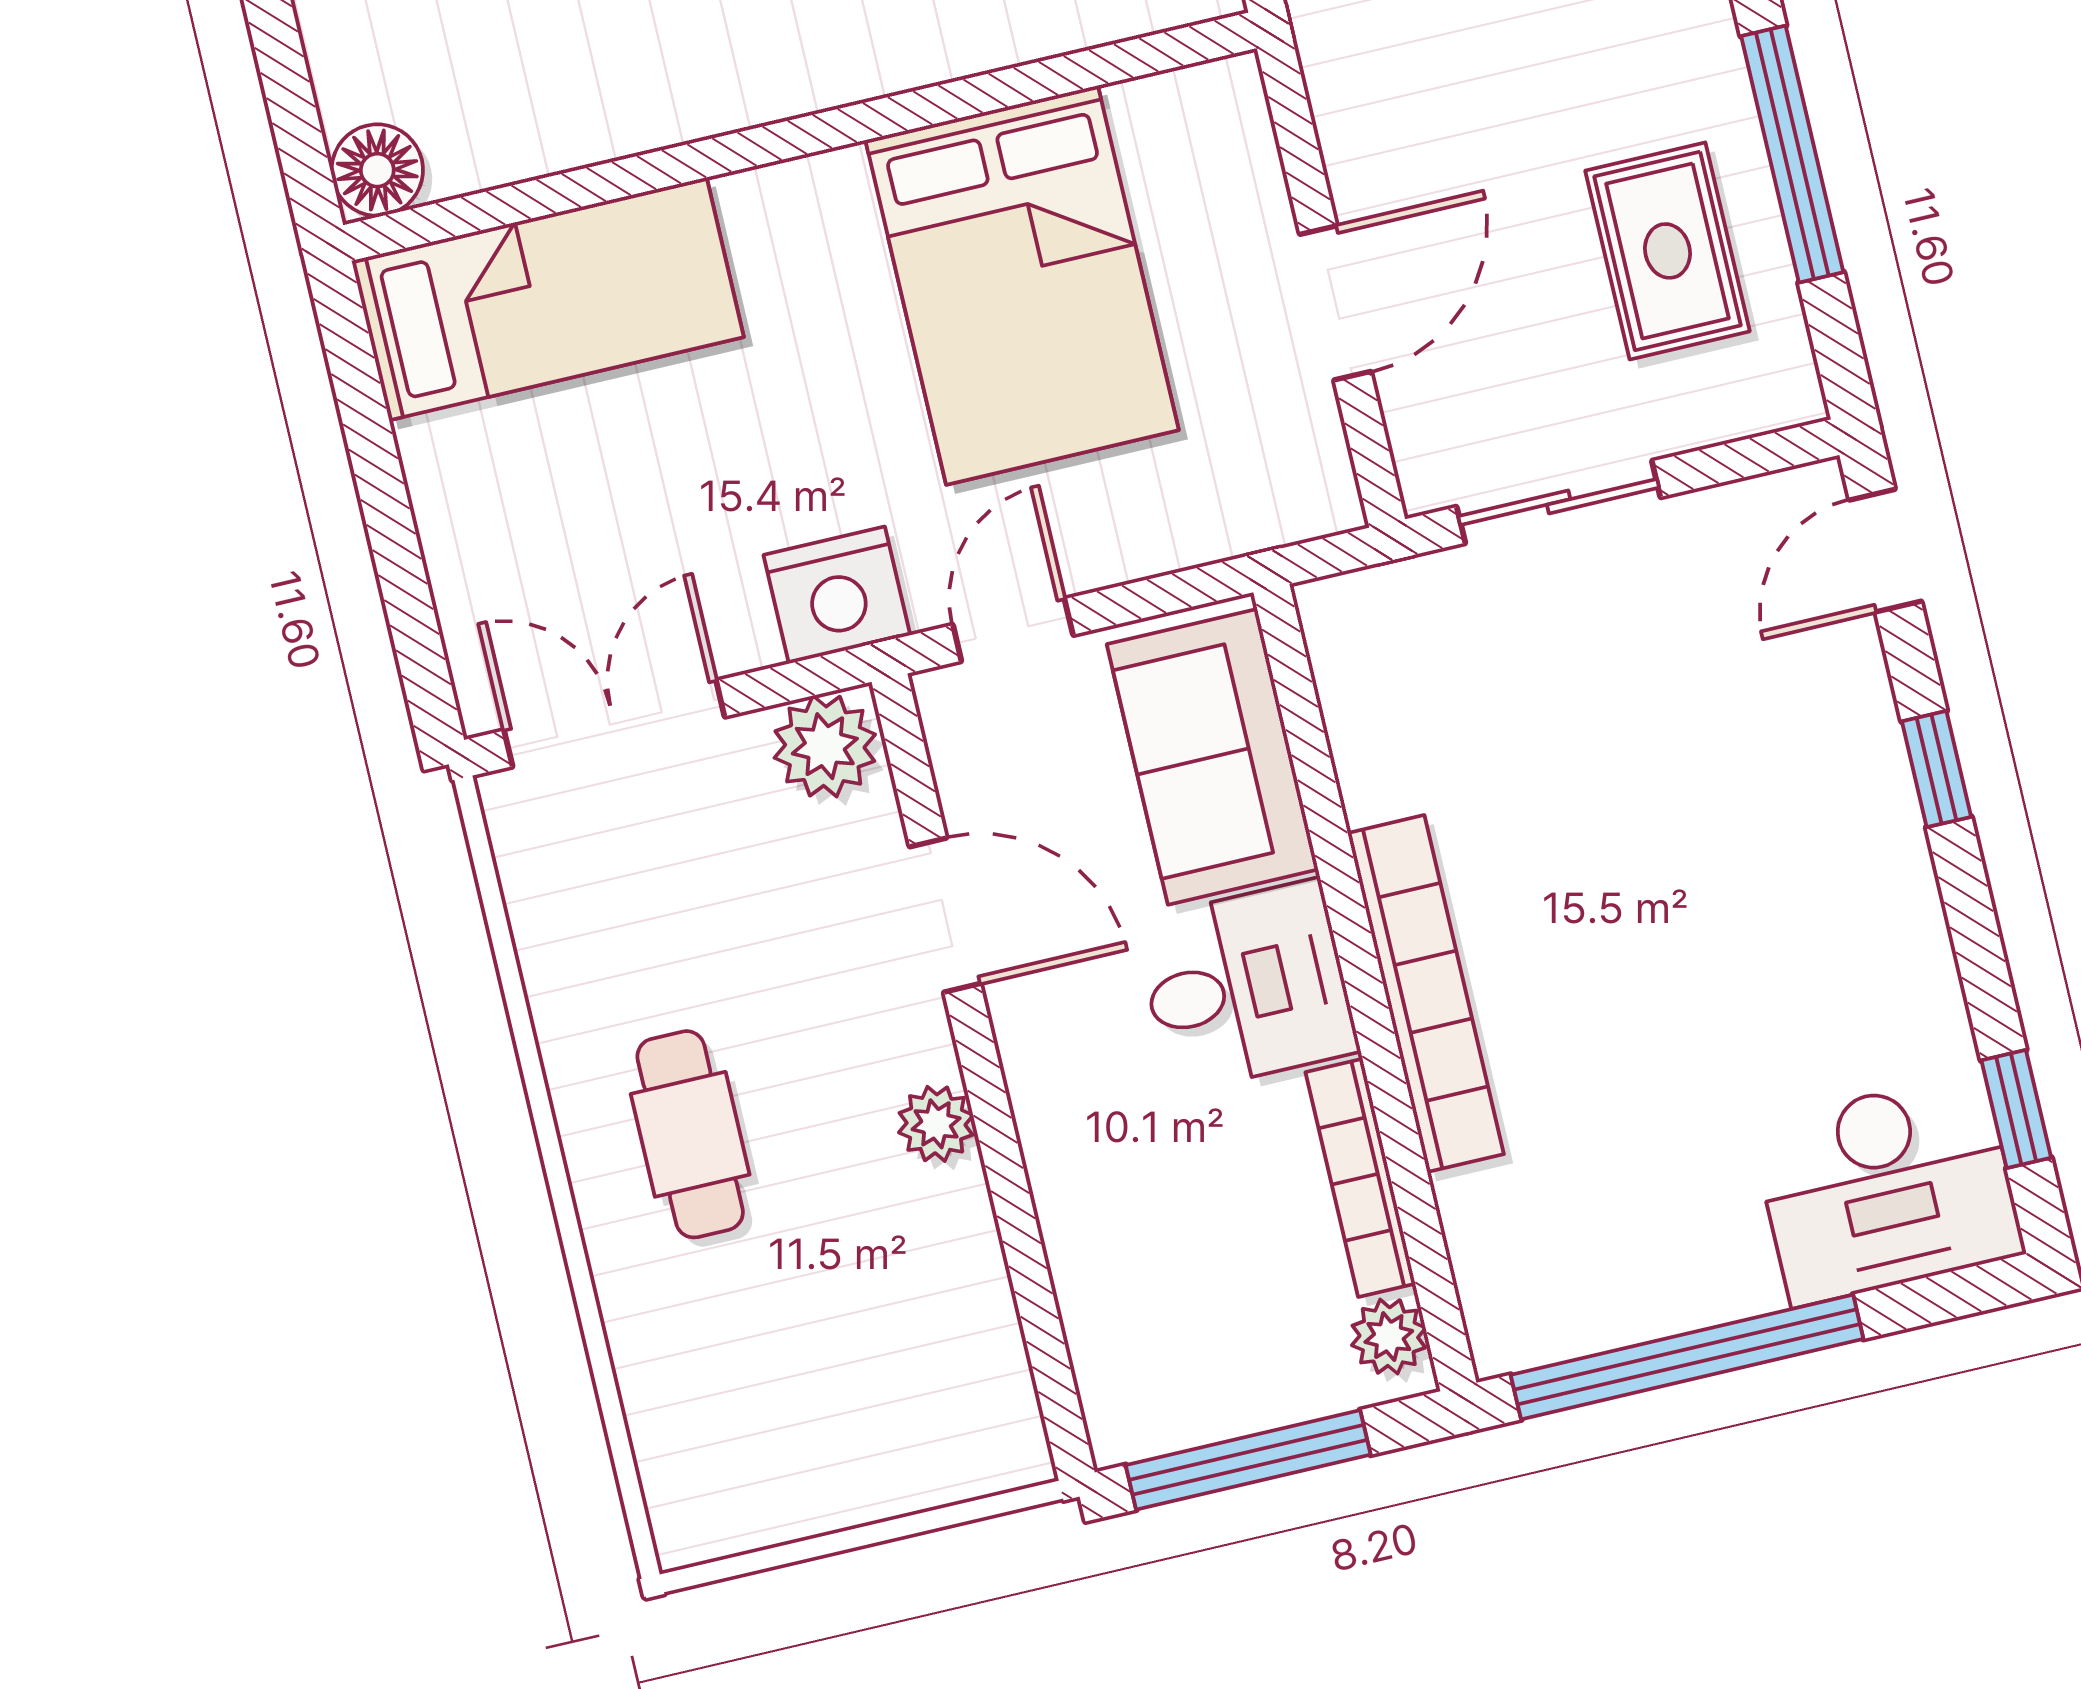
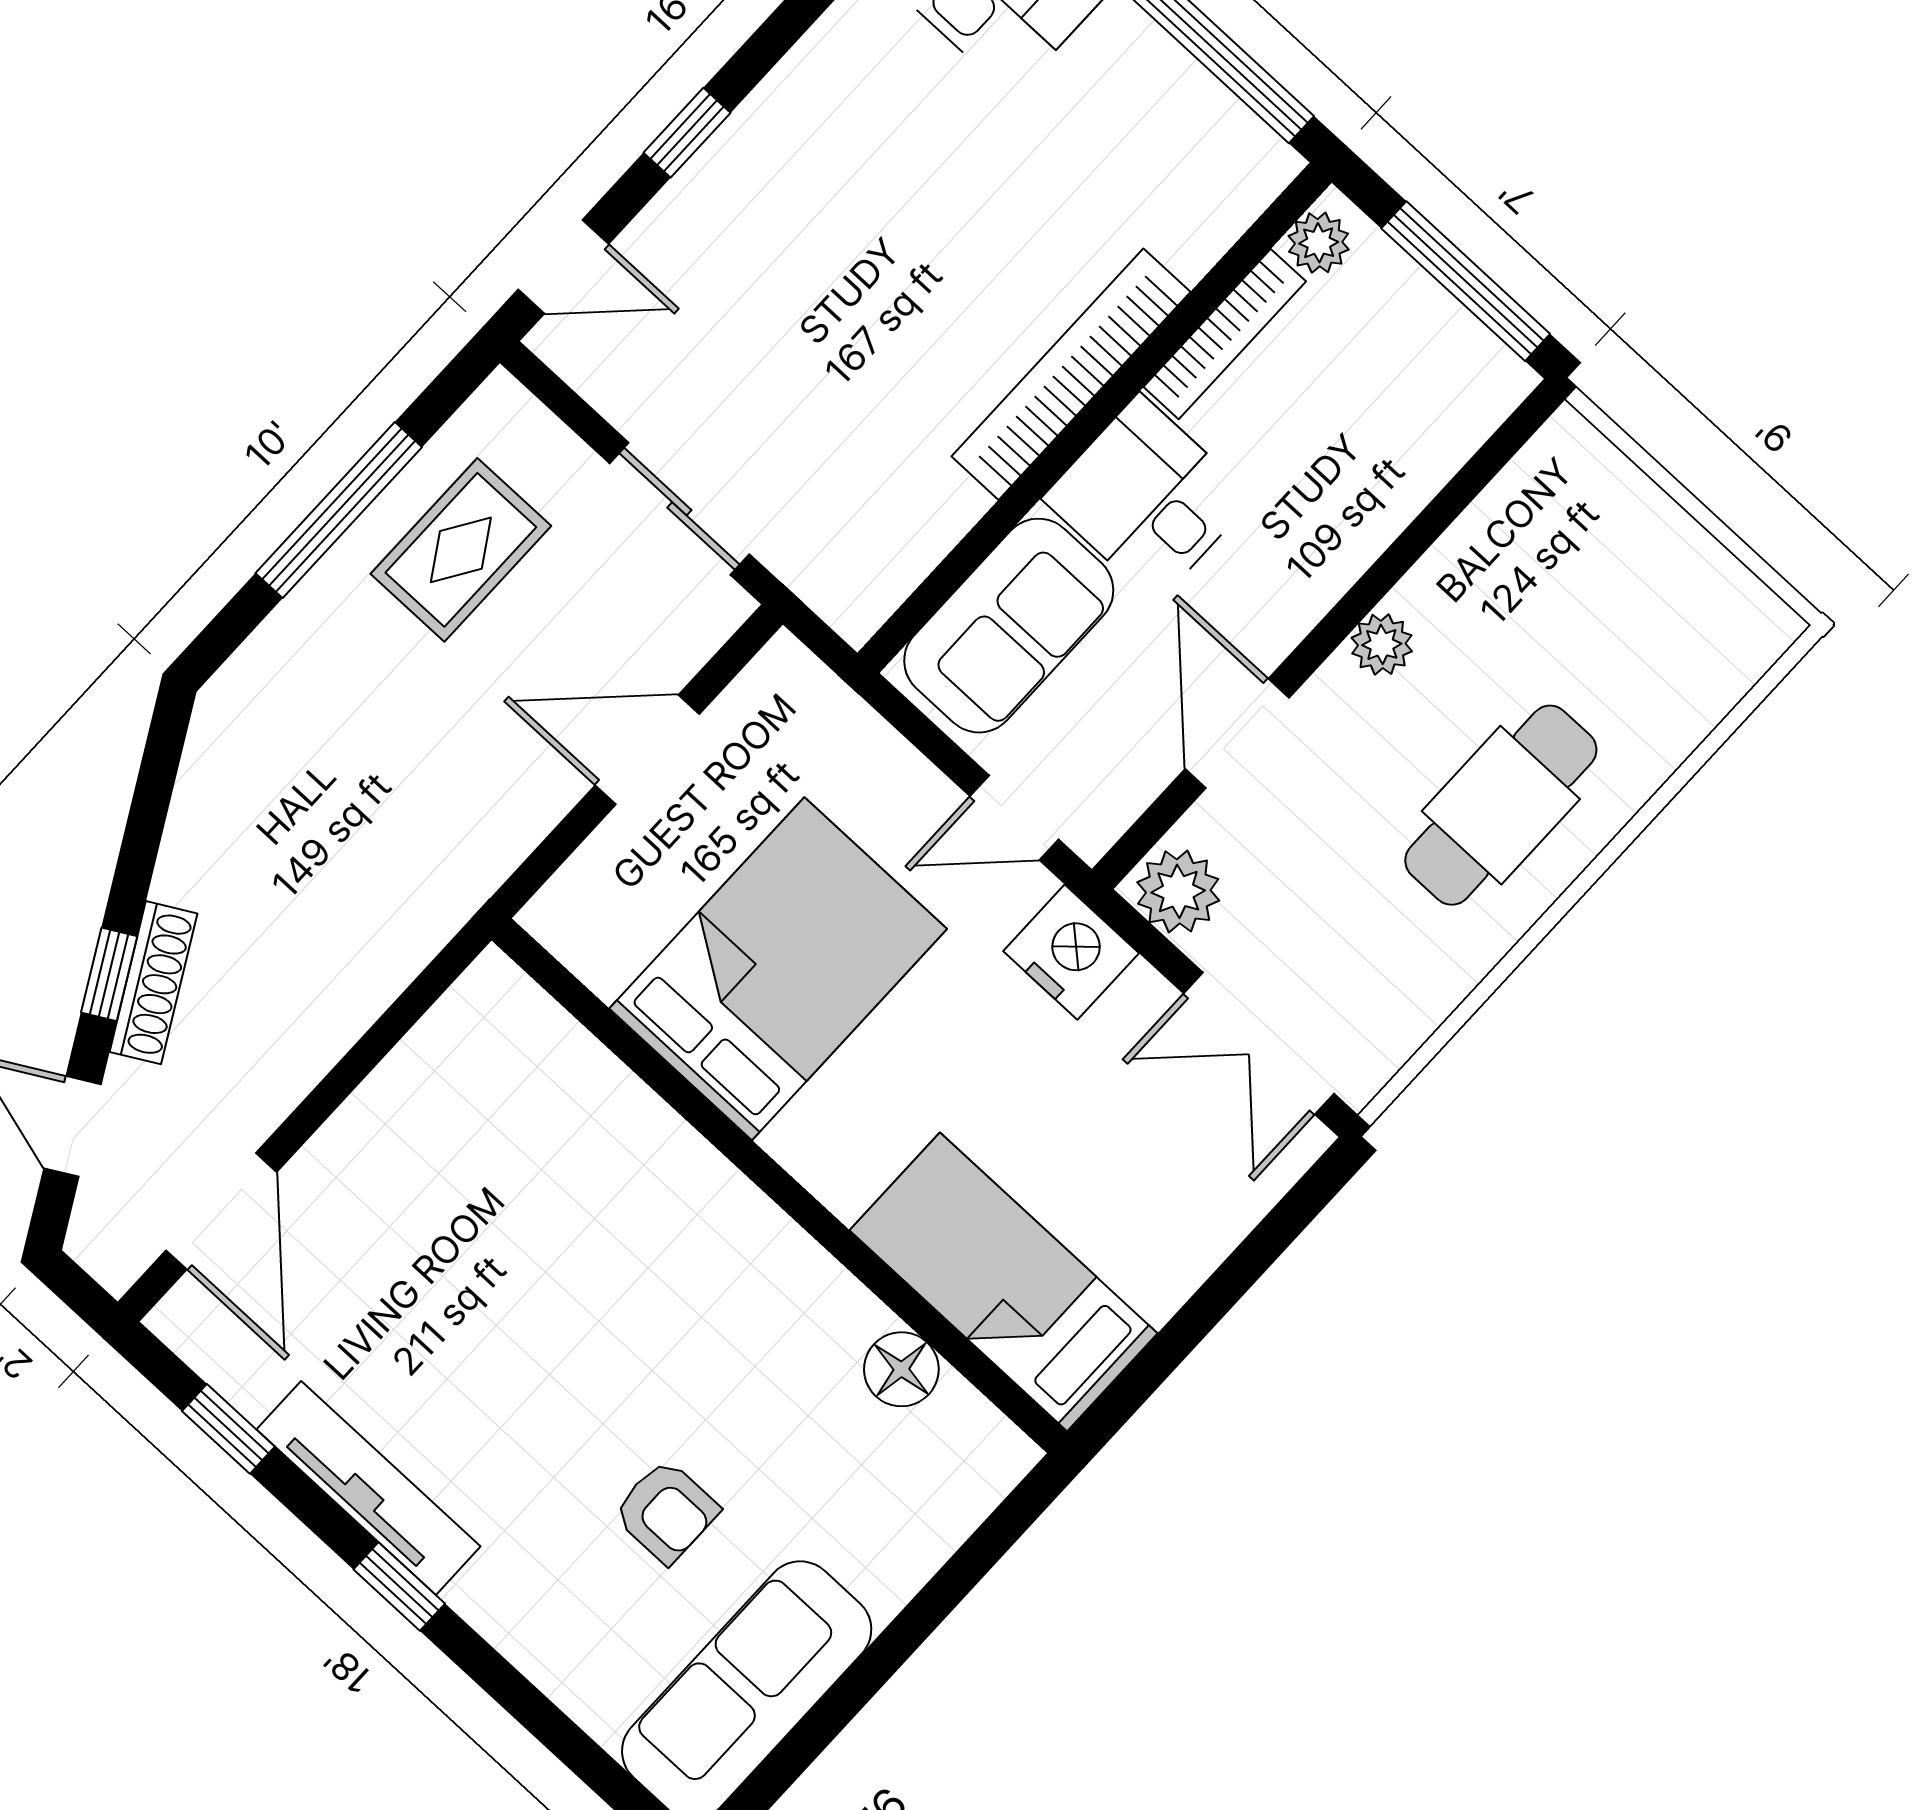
floor lamp: (377, 170) -> (901, 1369), moved
cafe table: (690, 1134) -> (1501, 805), width x1.37, depth x1.35

